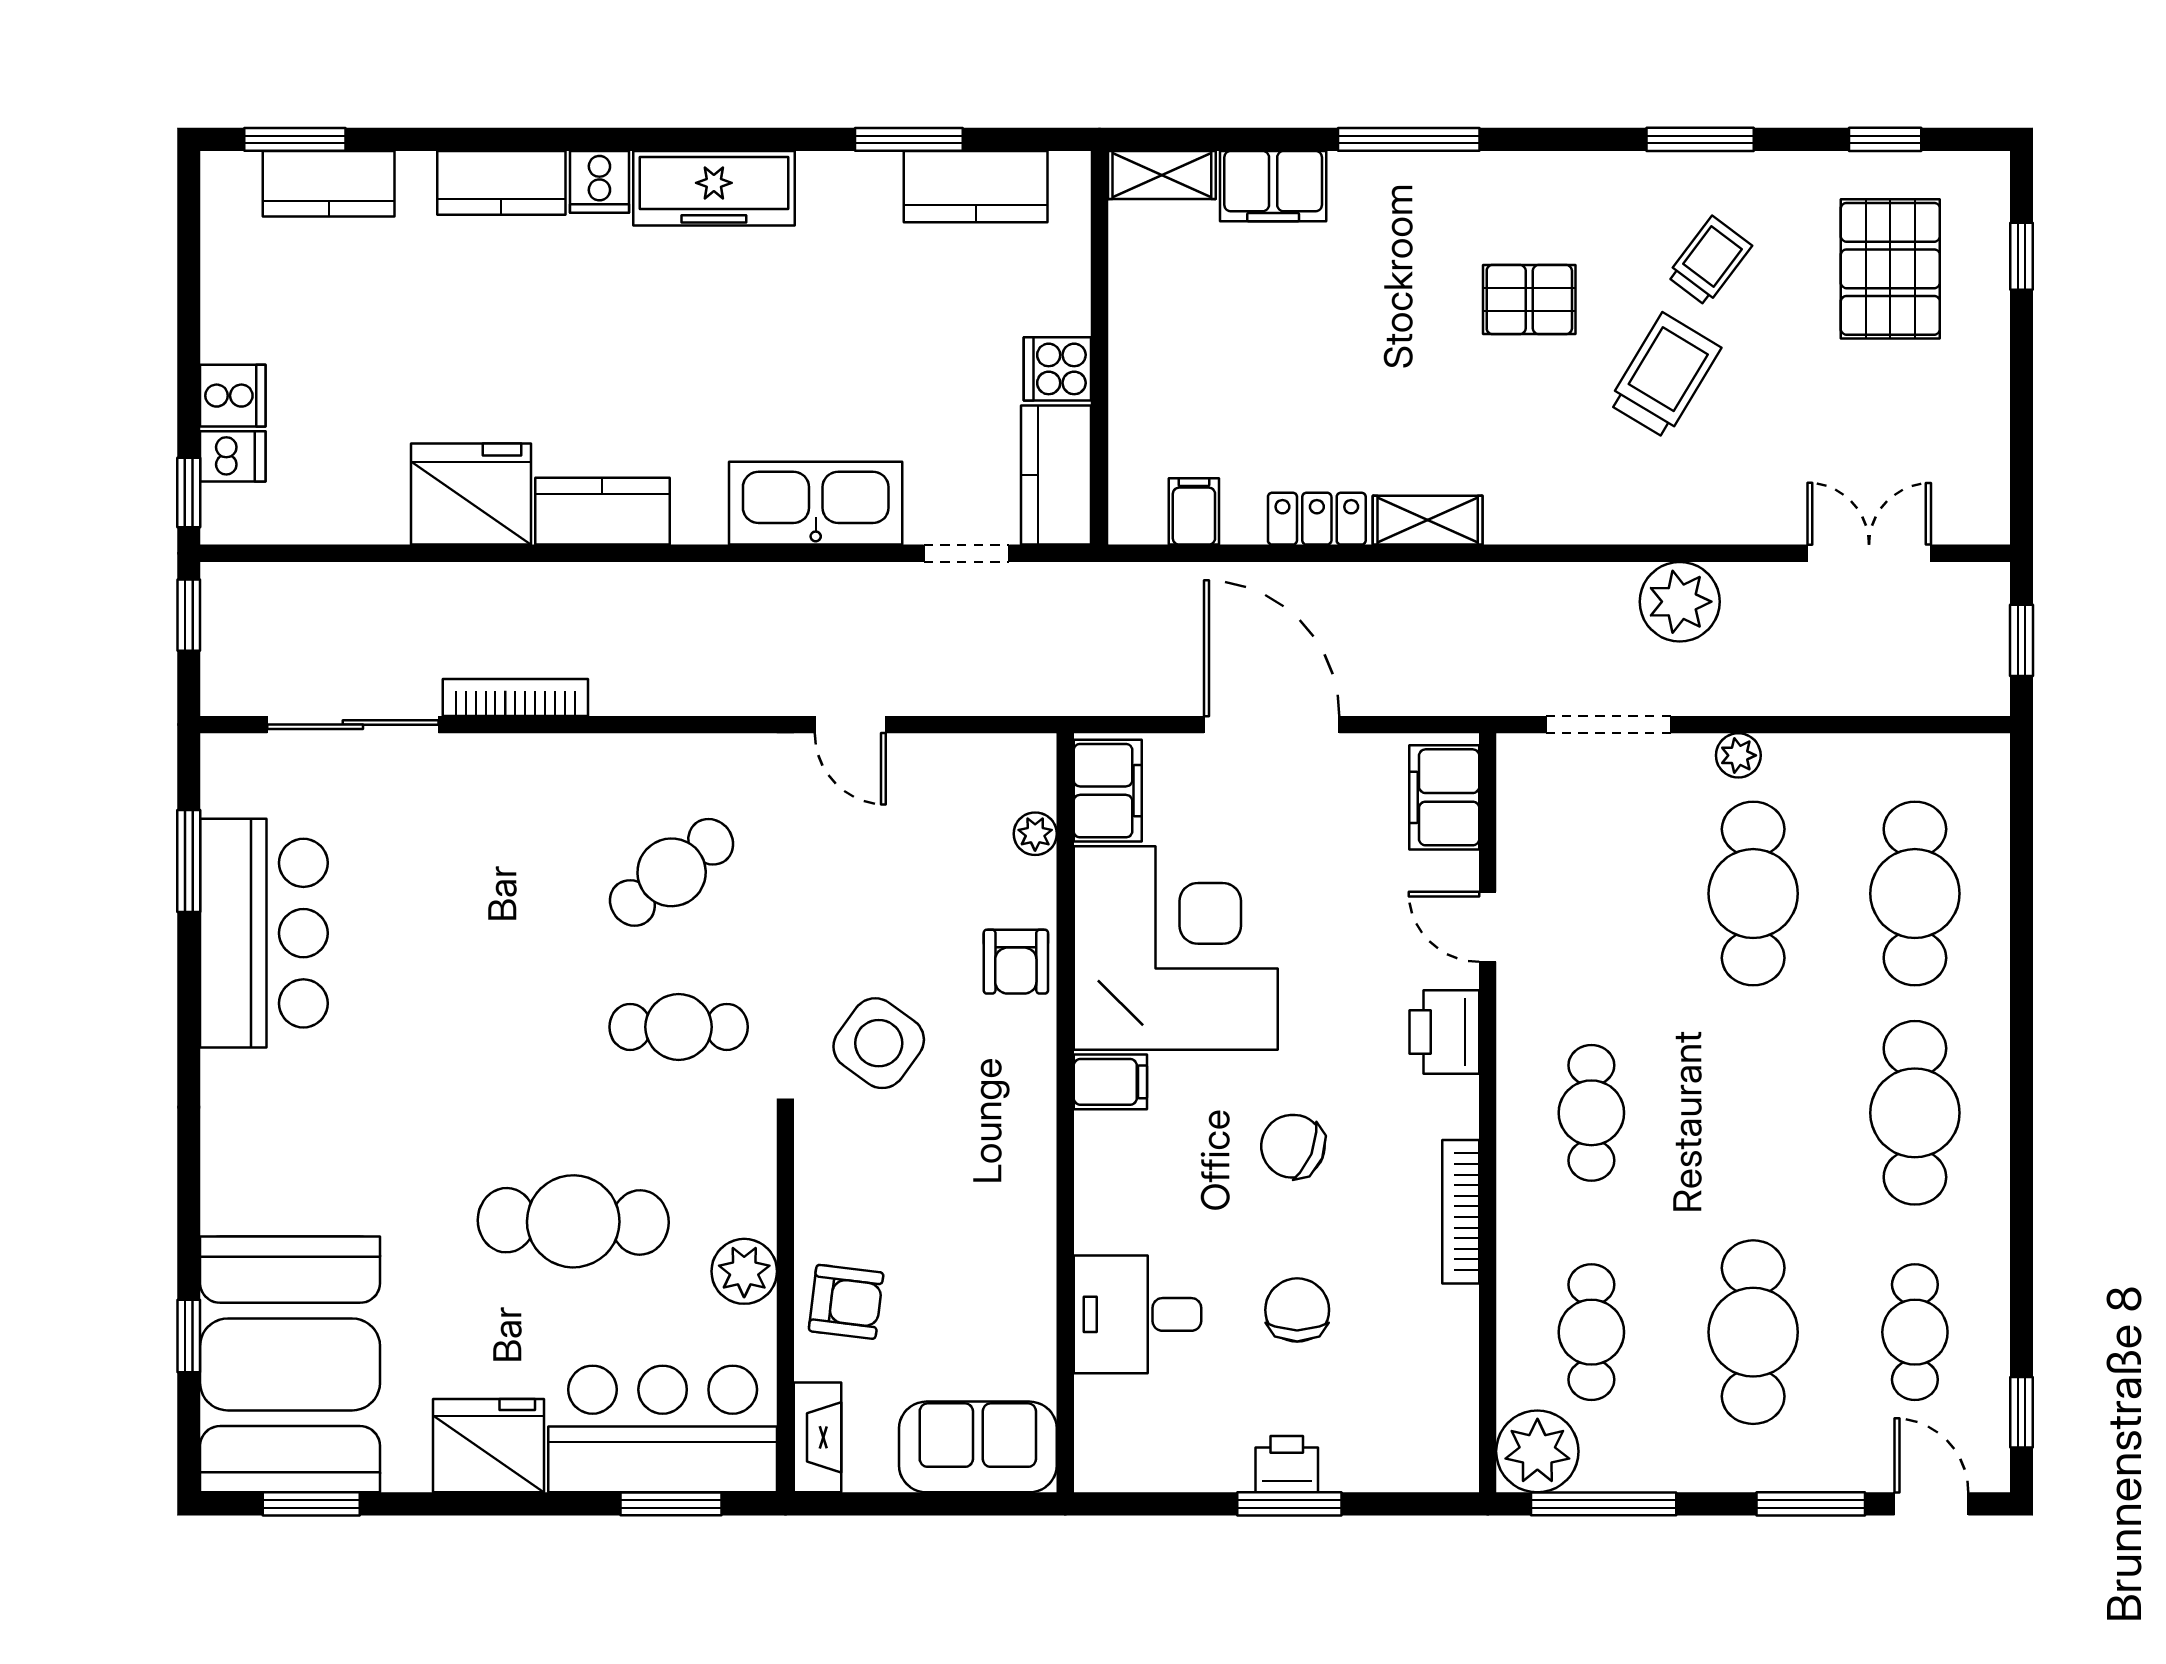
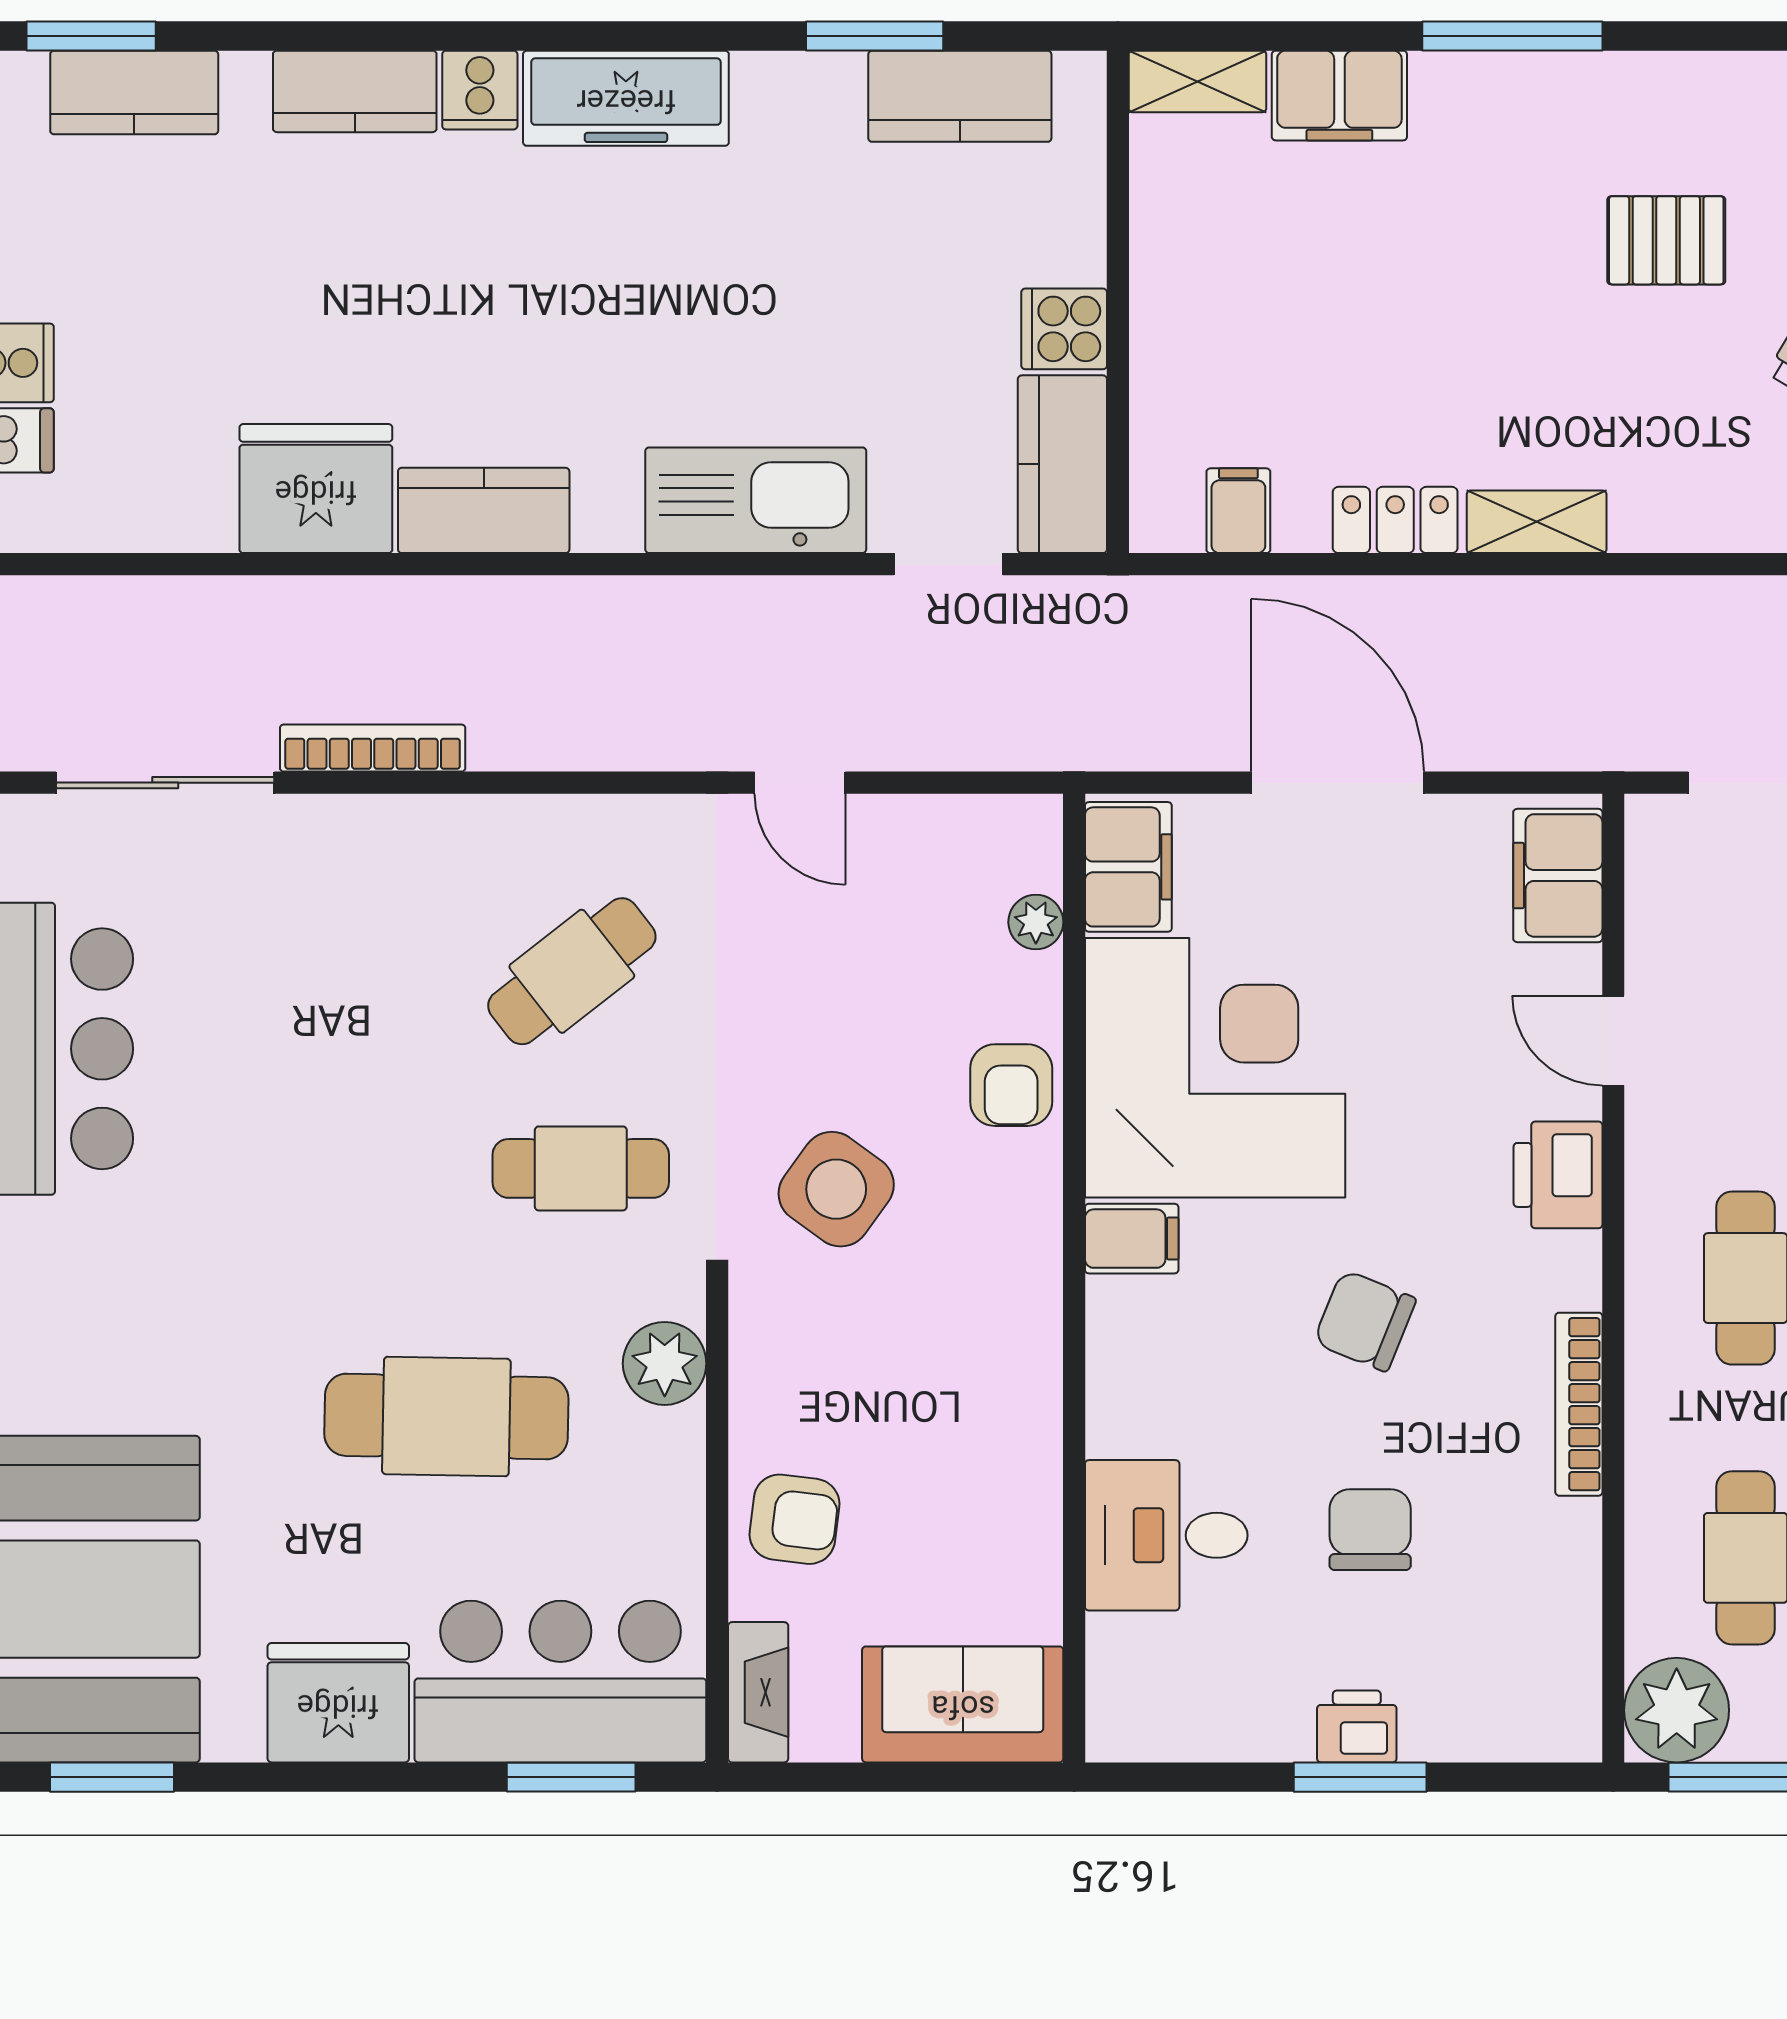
plant: (744, 1271) -> (665, 1363), moved

